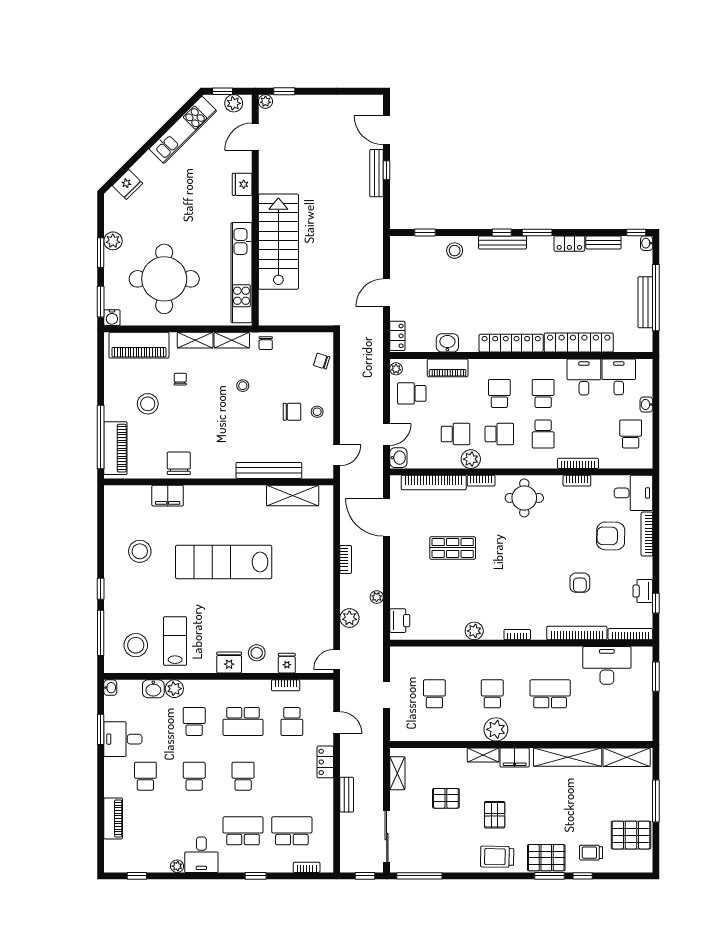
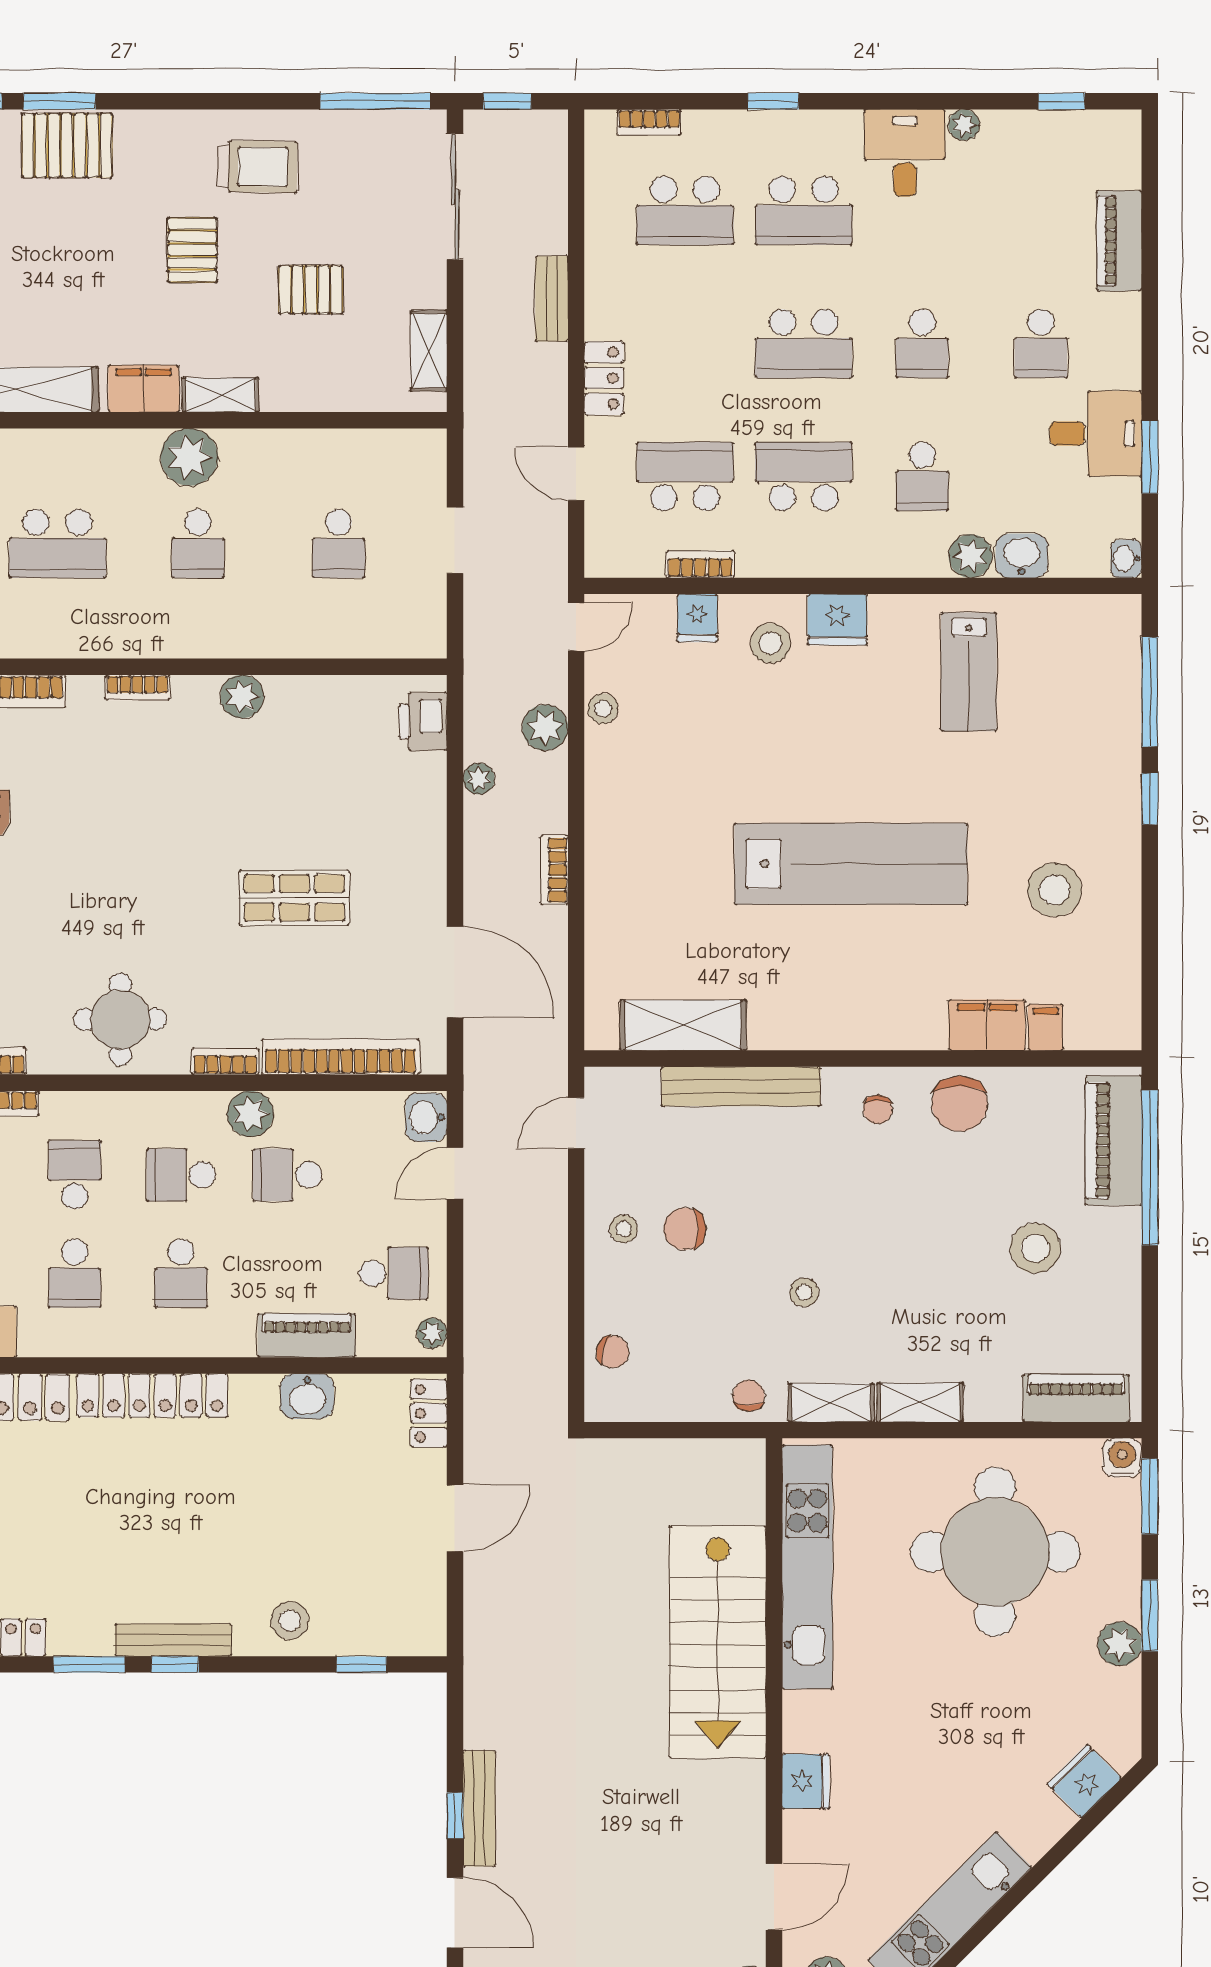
piano: (139, 345) -> (1076, 1398), width x0.73, depth x0.75
chair: (180, 379) -> (878, 1110), moved
filing cabinet: (143, 495) -> (1045, 1027), added
stool: (136, 645) -> (603, 709), moved, width x0.53, depth x0.53
school desk: (292, 721) -> (685, 476), width x1.85
school desk: (243, 776) -> (804, 344), width x1.85
trolley: (497, 857) -> (257, 167), moved

